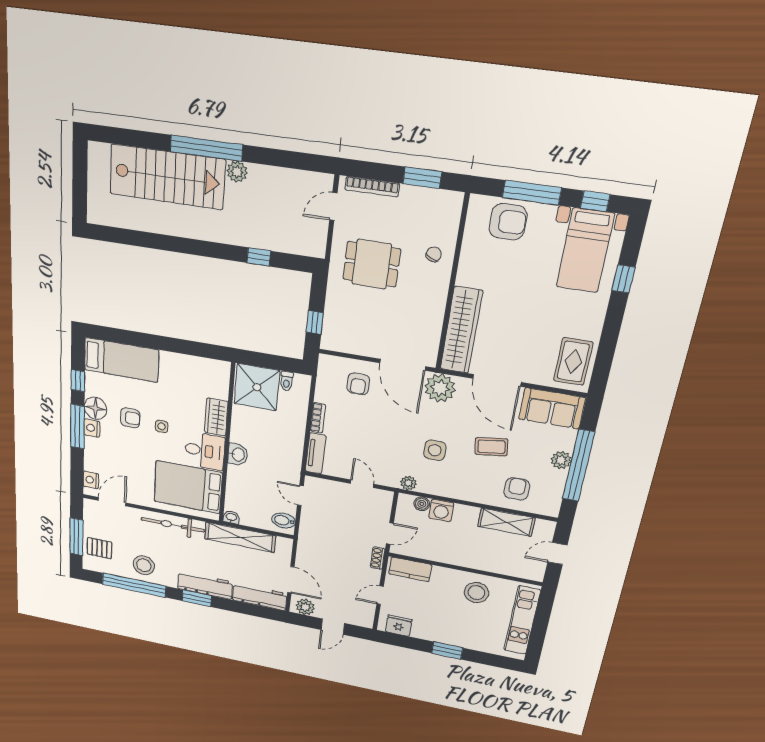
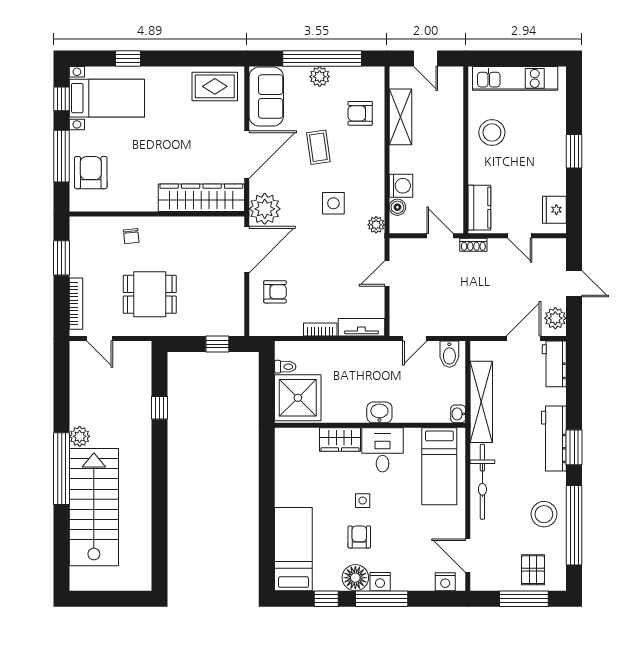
chair: (434, 254) -> (131, 236), turned -120
dining table: (372, 264) -> (150, 294), turned 90
bed: (188, 487) -> (439, 466), width x0.67
workbench: (260, 597) -> (554, 364), width x0.73

